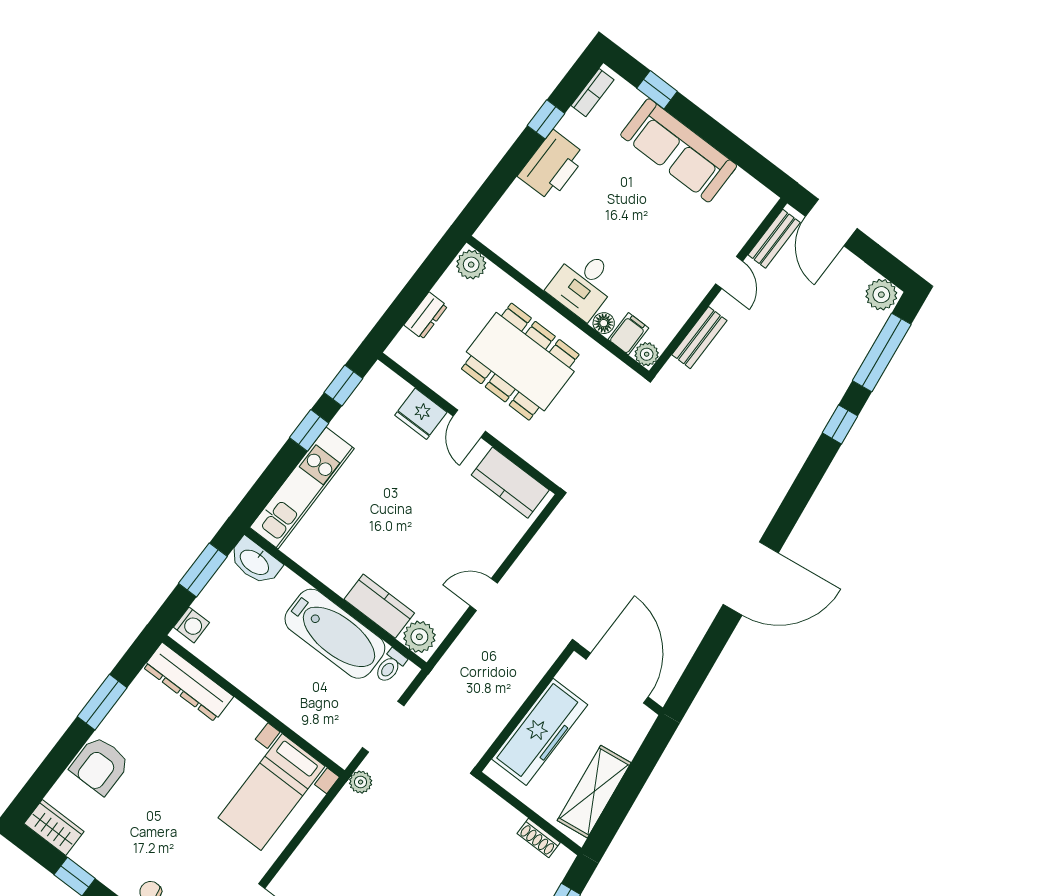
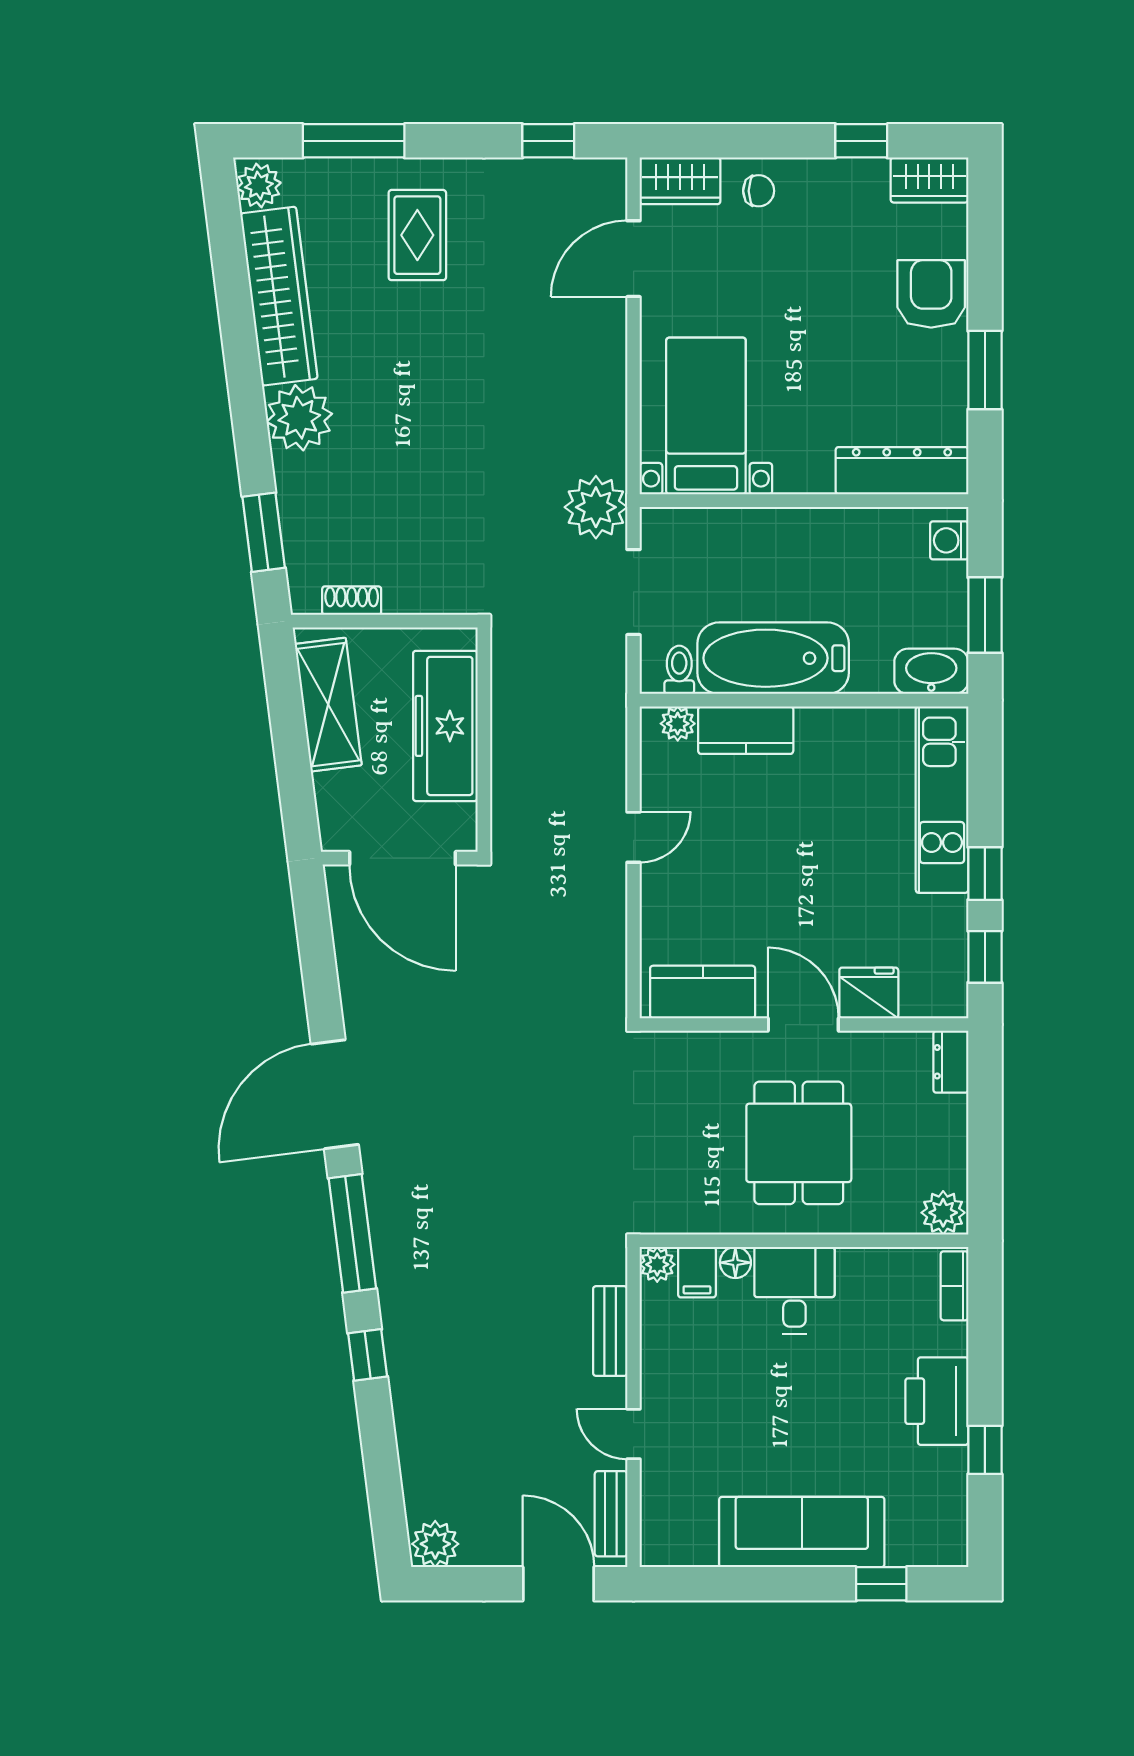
bookcase: (592, 93) -> (954, 1286), moved
dresser: (426, 316) -> (951, 1062), moved
window: (882, 353) -> (352, 1233), moved
dining table: (520, 362) -> (799, 1143), width x0.73
door: (469, 424) -> (803, 1025), width x1.38
plant: (419, 637) -> (678, 724), width x0.73, depth x0.73
plant: (361, 782) -> (596, 507), width x1.88, depth x1.88

